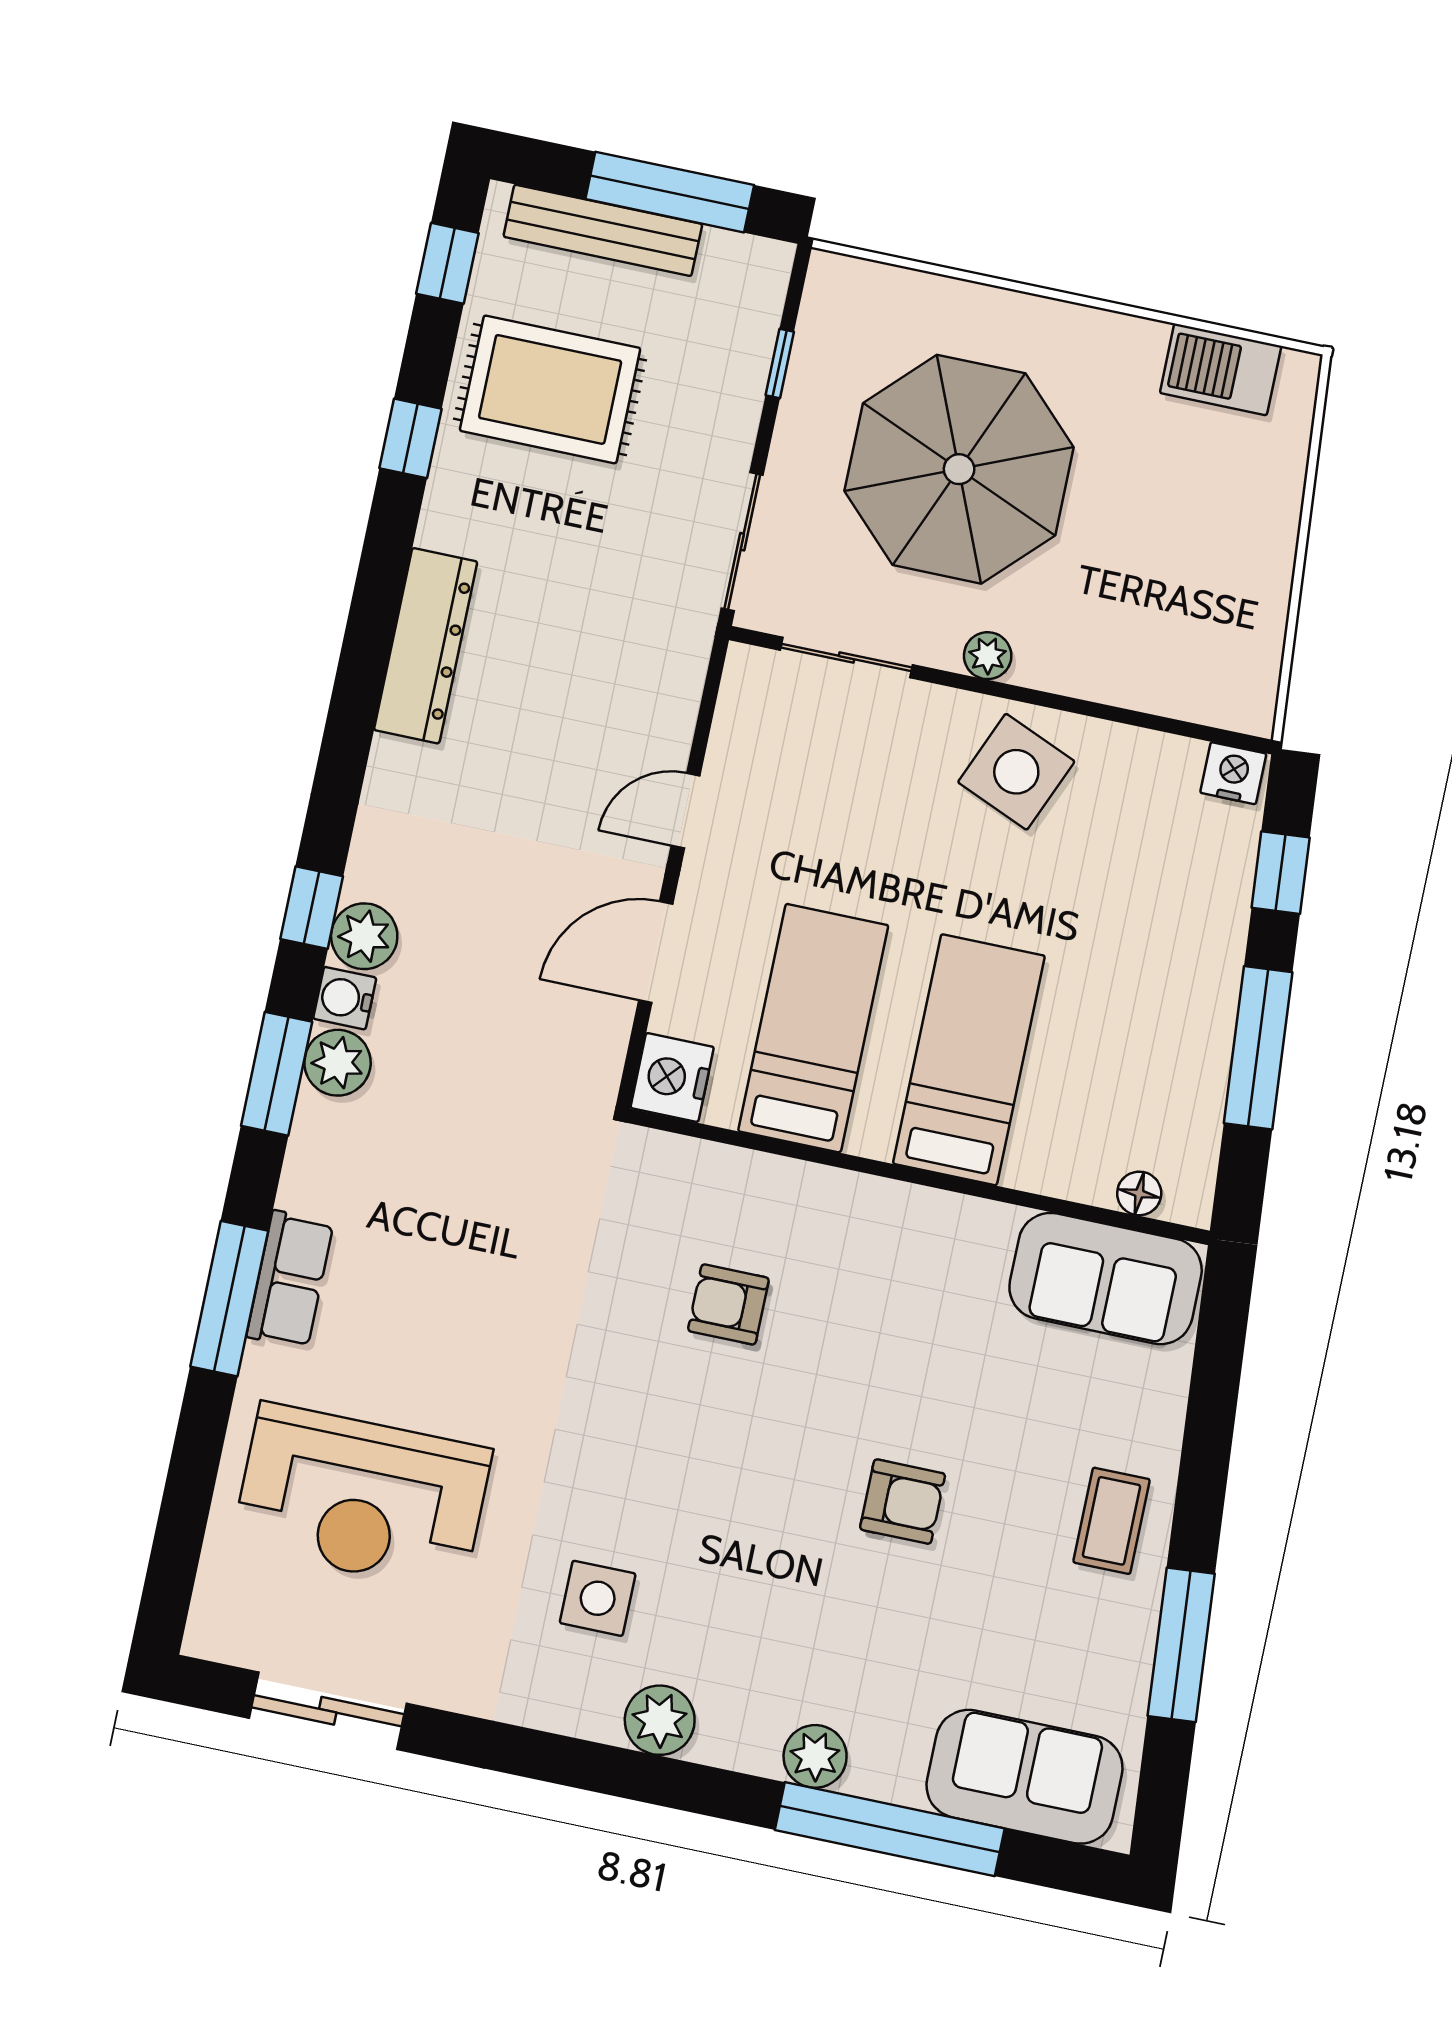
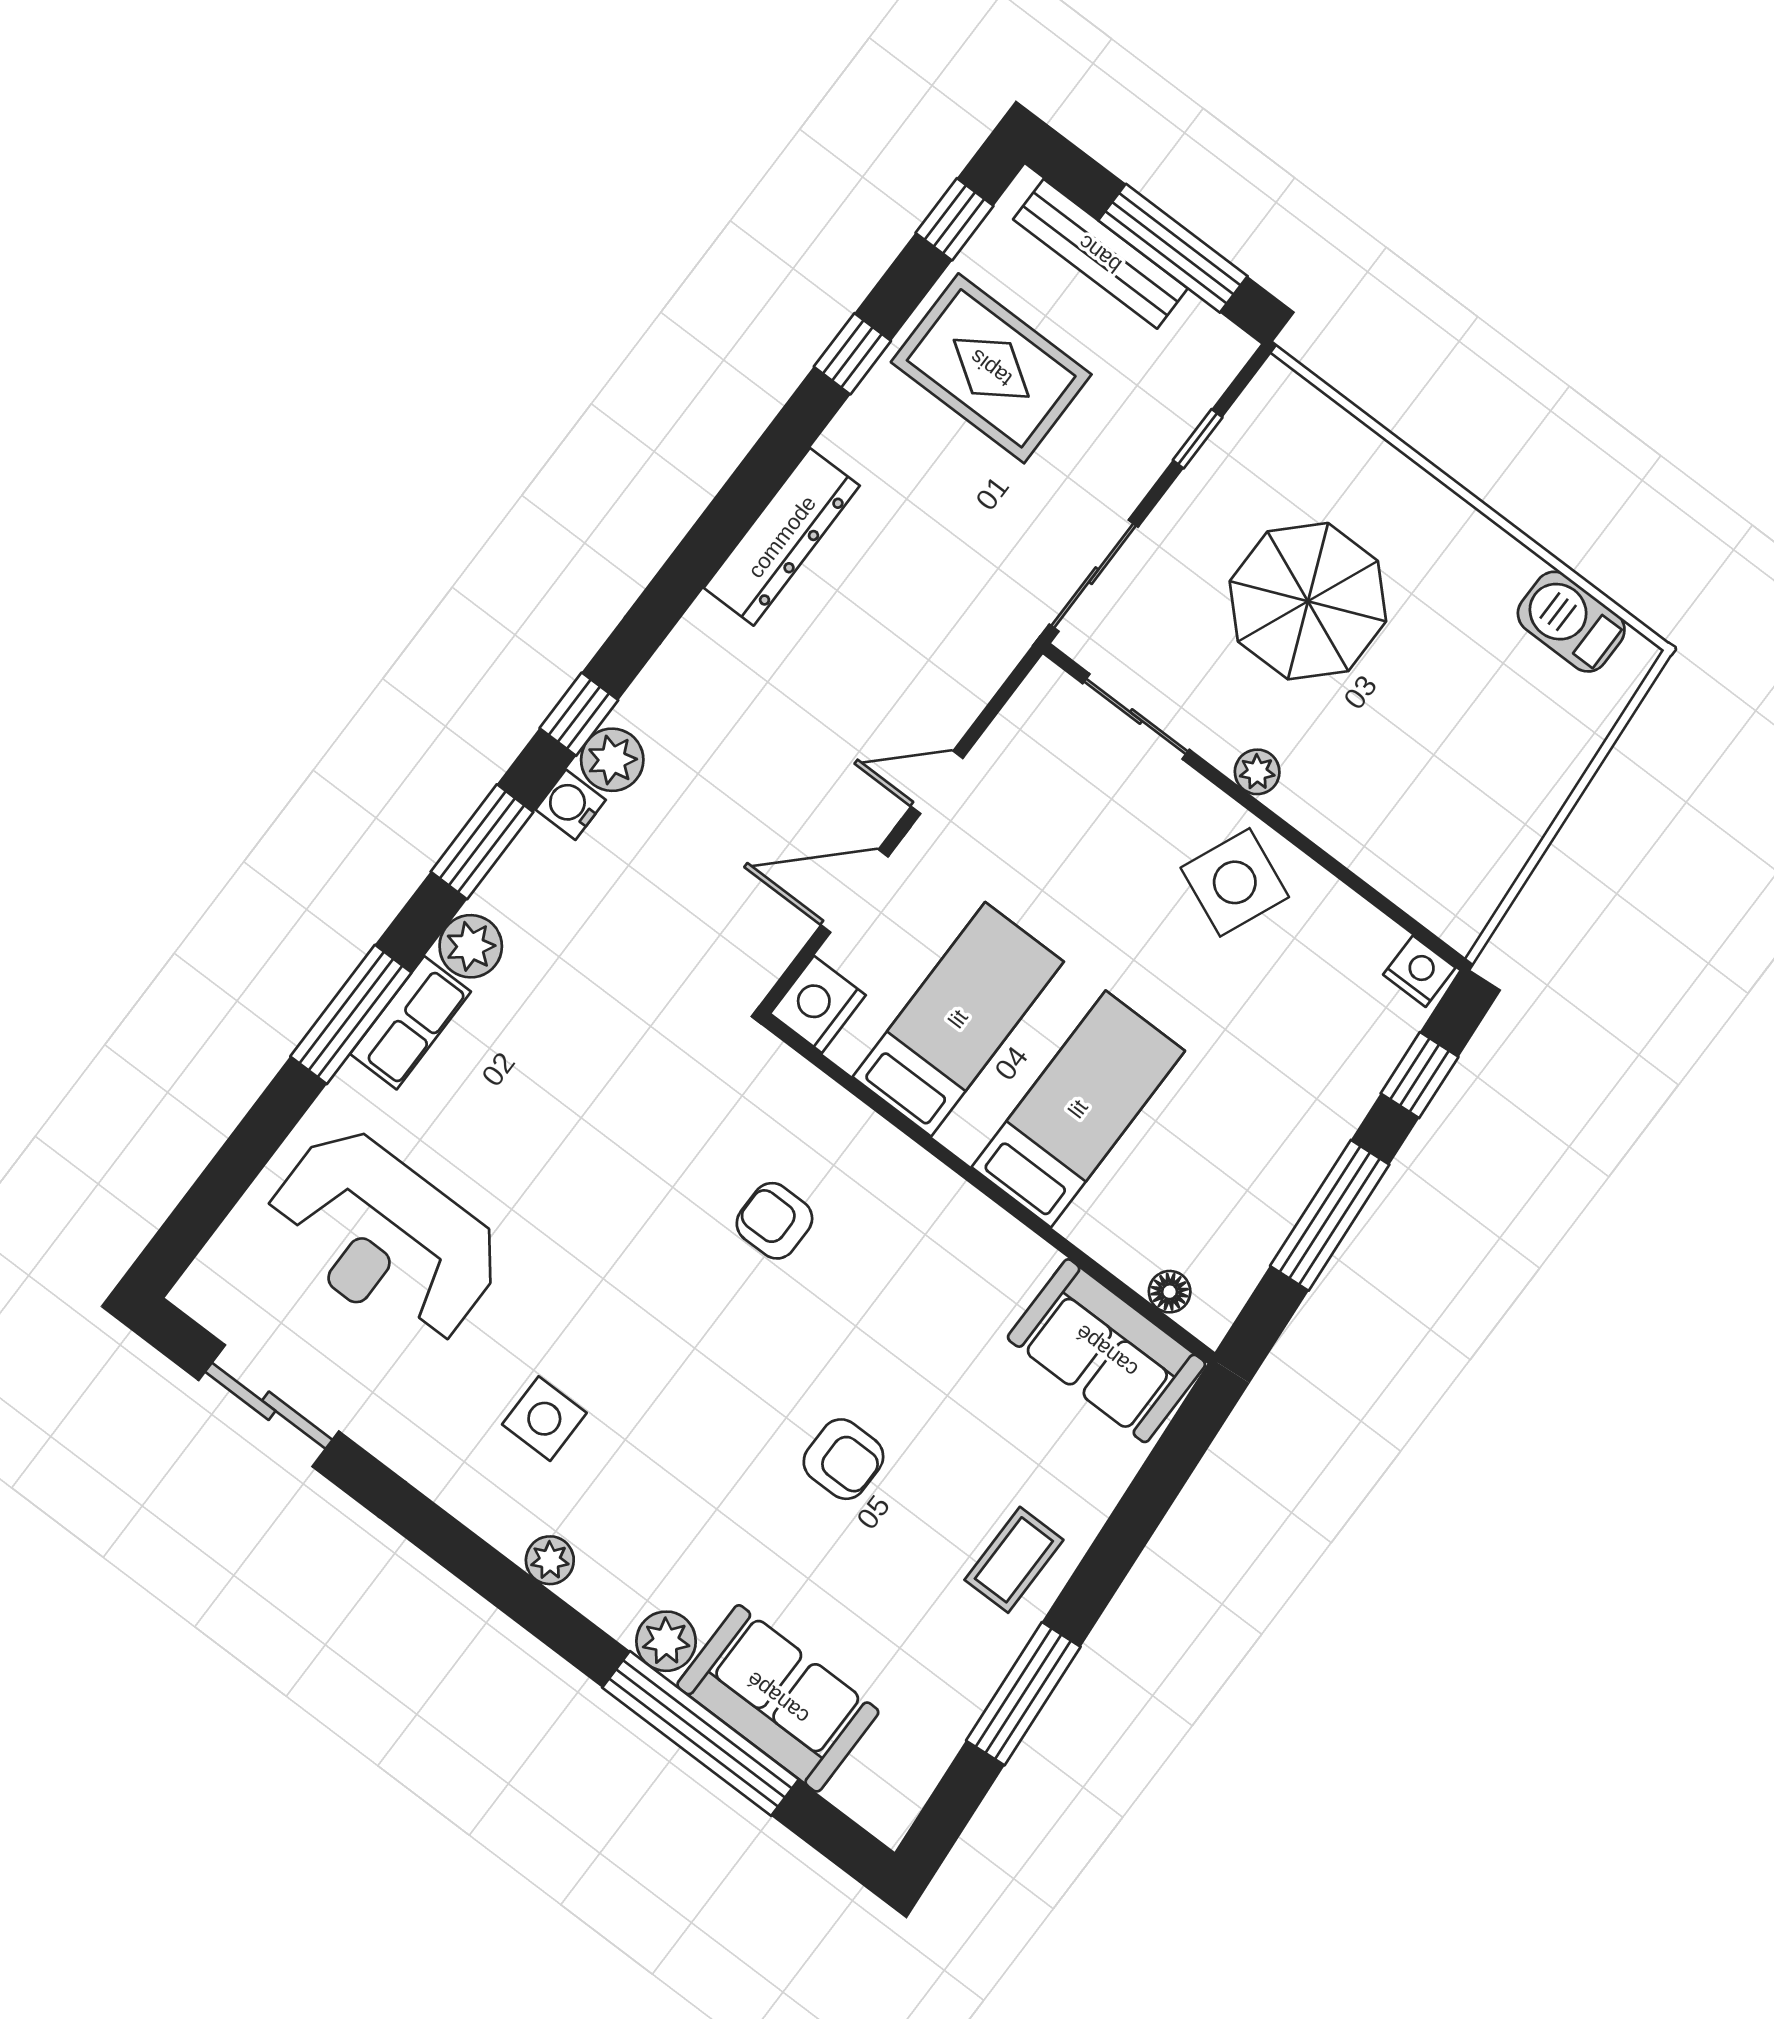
parasol: (959, 469) -> (1308, 601), width x0.73, depth x0.73
plant: (338, 1063) -> (471, 946), moved
plant: (660, 1720) -> (550, 1560), width x0.73, depth x0.73
sofa: (1025, 1777) -> (778, 1698), moved

